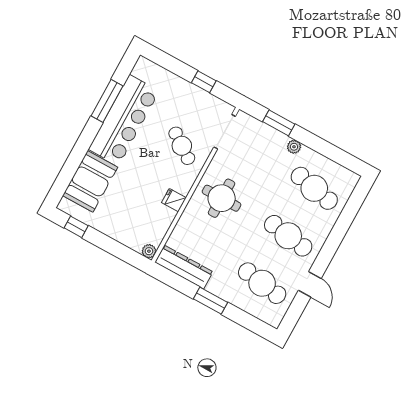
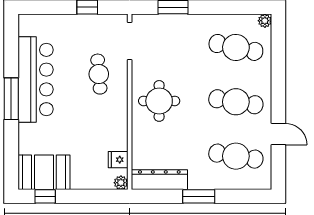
window: (107, 101) -> (11, 99), moved
cafe table: (182, 146) -> (99, 74), turned 50
plant: (294, 147) -> (265, 21), moved
booth: (90, 181) -> (44, 172), moved, turned 90
fridge: (174, 200) -> (118, 160), moved

